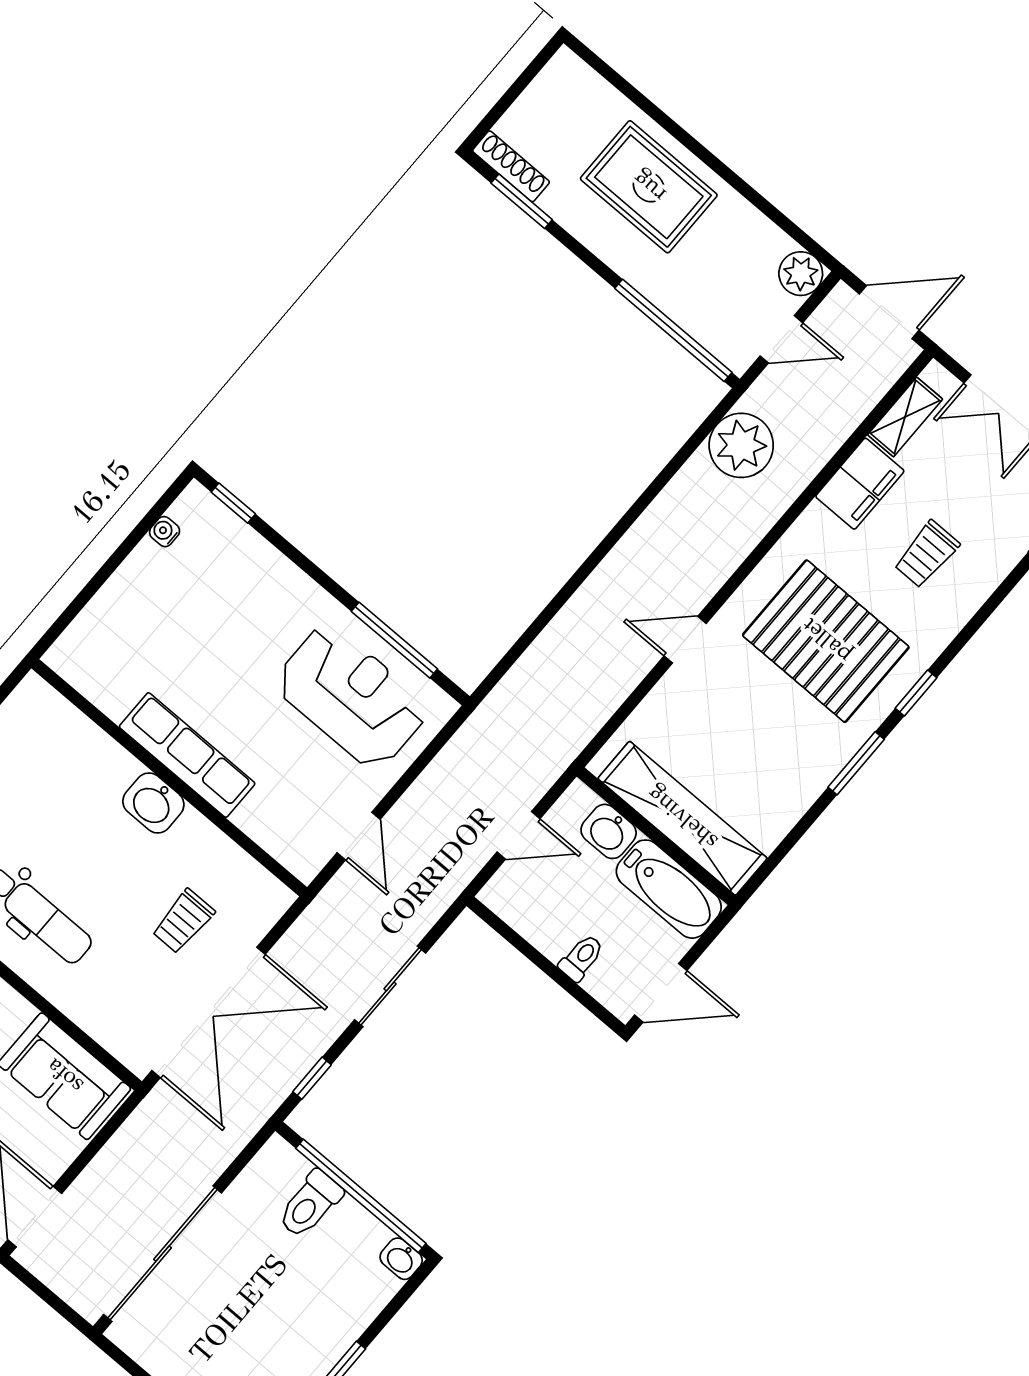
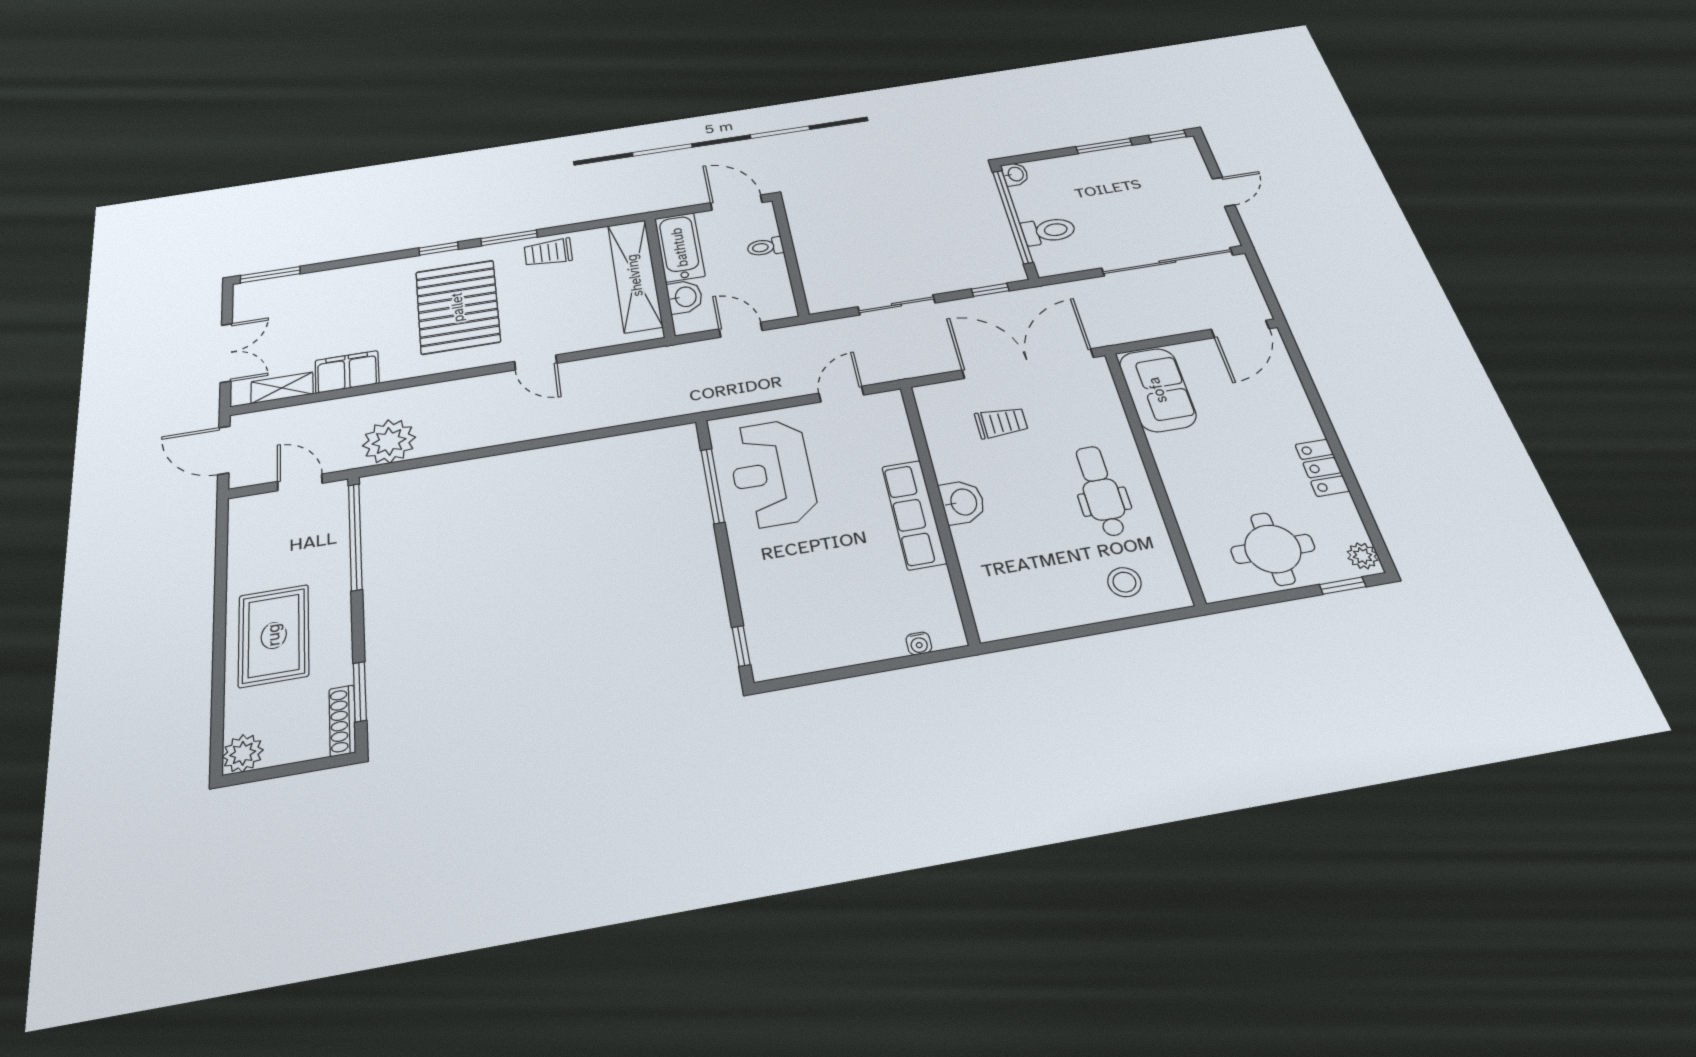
plant: (801, 274) -> (243, 753), moved
water cooler: (165, 532) -> (919, 643), moved
trolley: (927, 554) -> (548, 252), moved, turned 180

